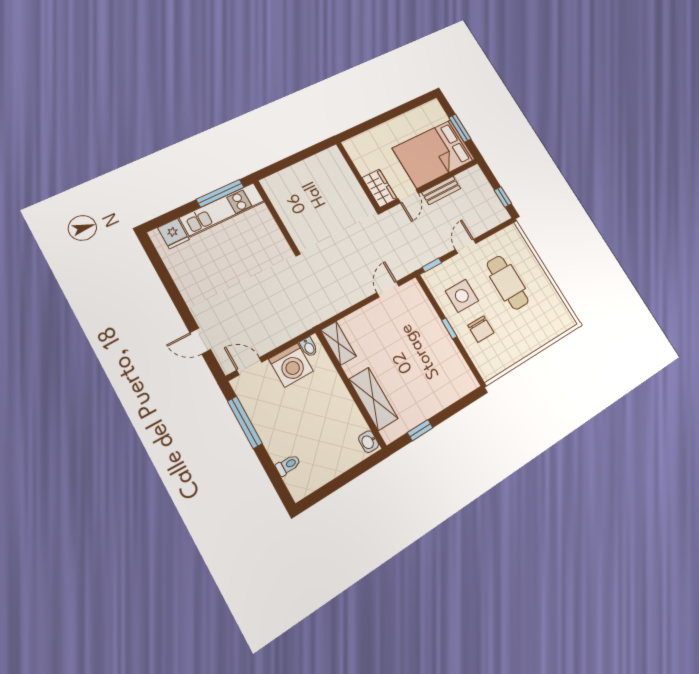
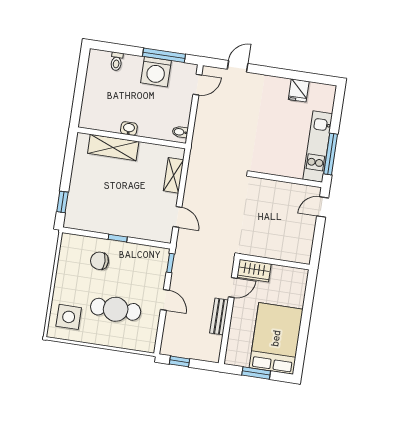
bed: (434, 154) -> (276, 338), moved
door: (276, 167) -> (323, 207), added
door: (408, 196) -> (233, 287), swing flipped
fridge: (173, 234) -> (299, 90), moved, turned -90
side table: (462, 296) -> (69, 317), moved
shelving: (338, 343) -> (174, 175), moved, turned 90
washing machine: (291, 365) -> (156, 72), moved, turned -90
window: (420, 430) -> (62, 202), moved
washbasin: (369, 442) -> (129, 129), moved

